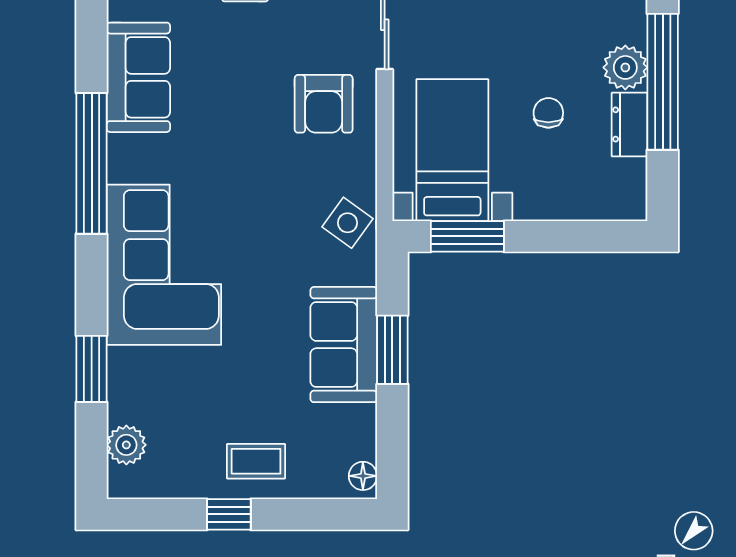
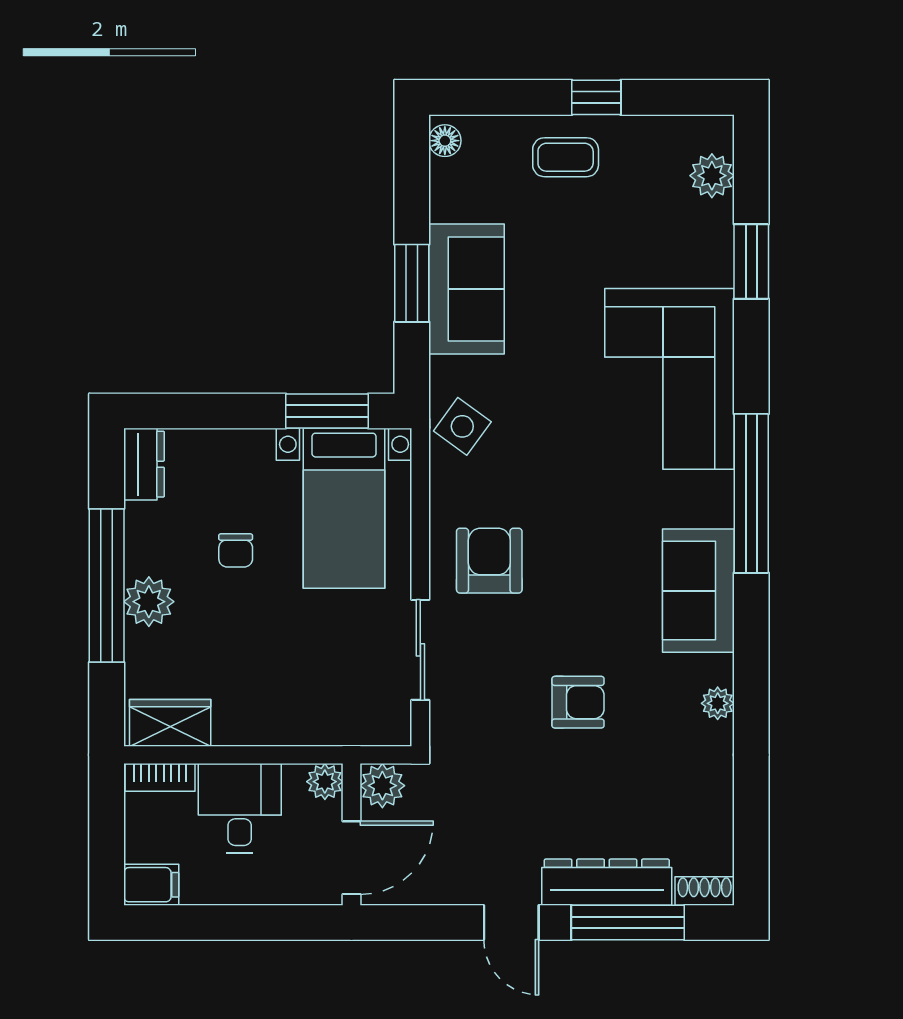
dresser: (630, 124) -> (144, 464), moved

